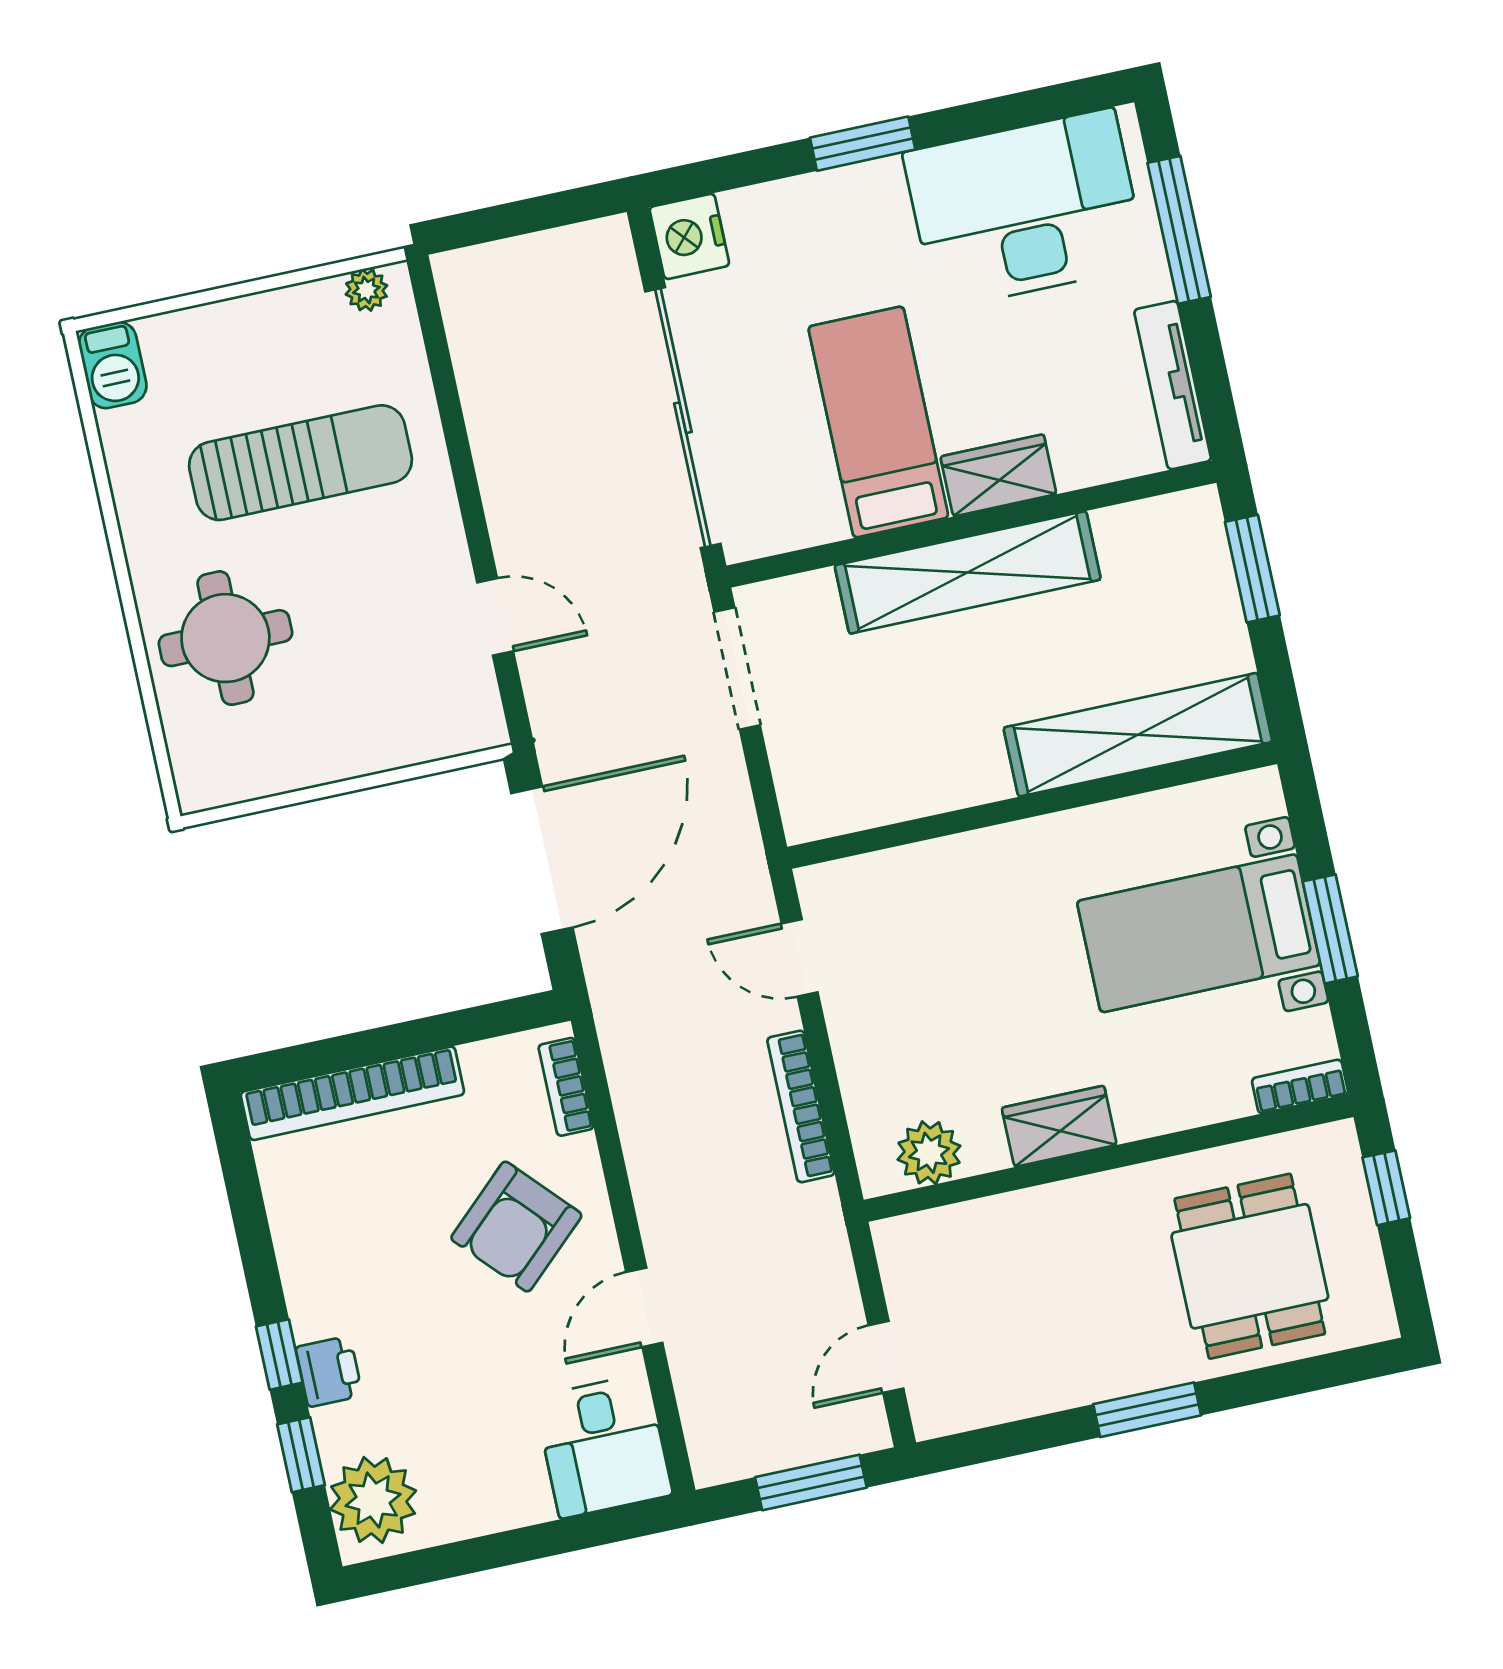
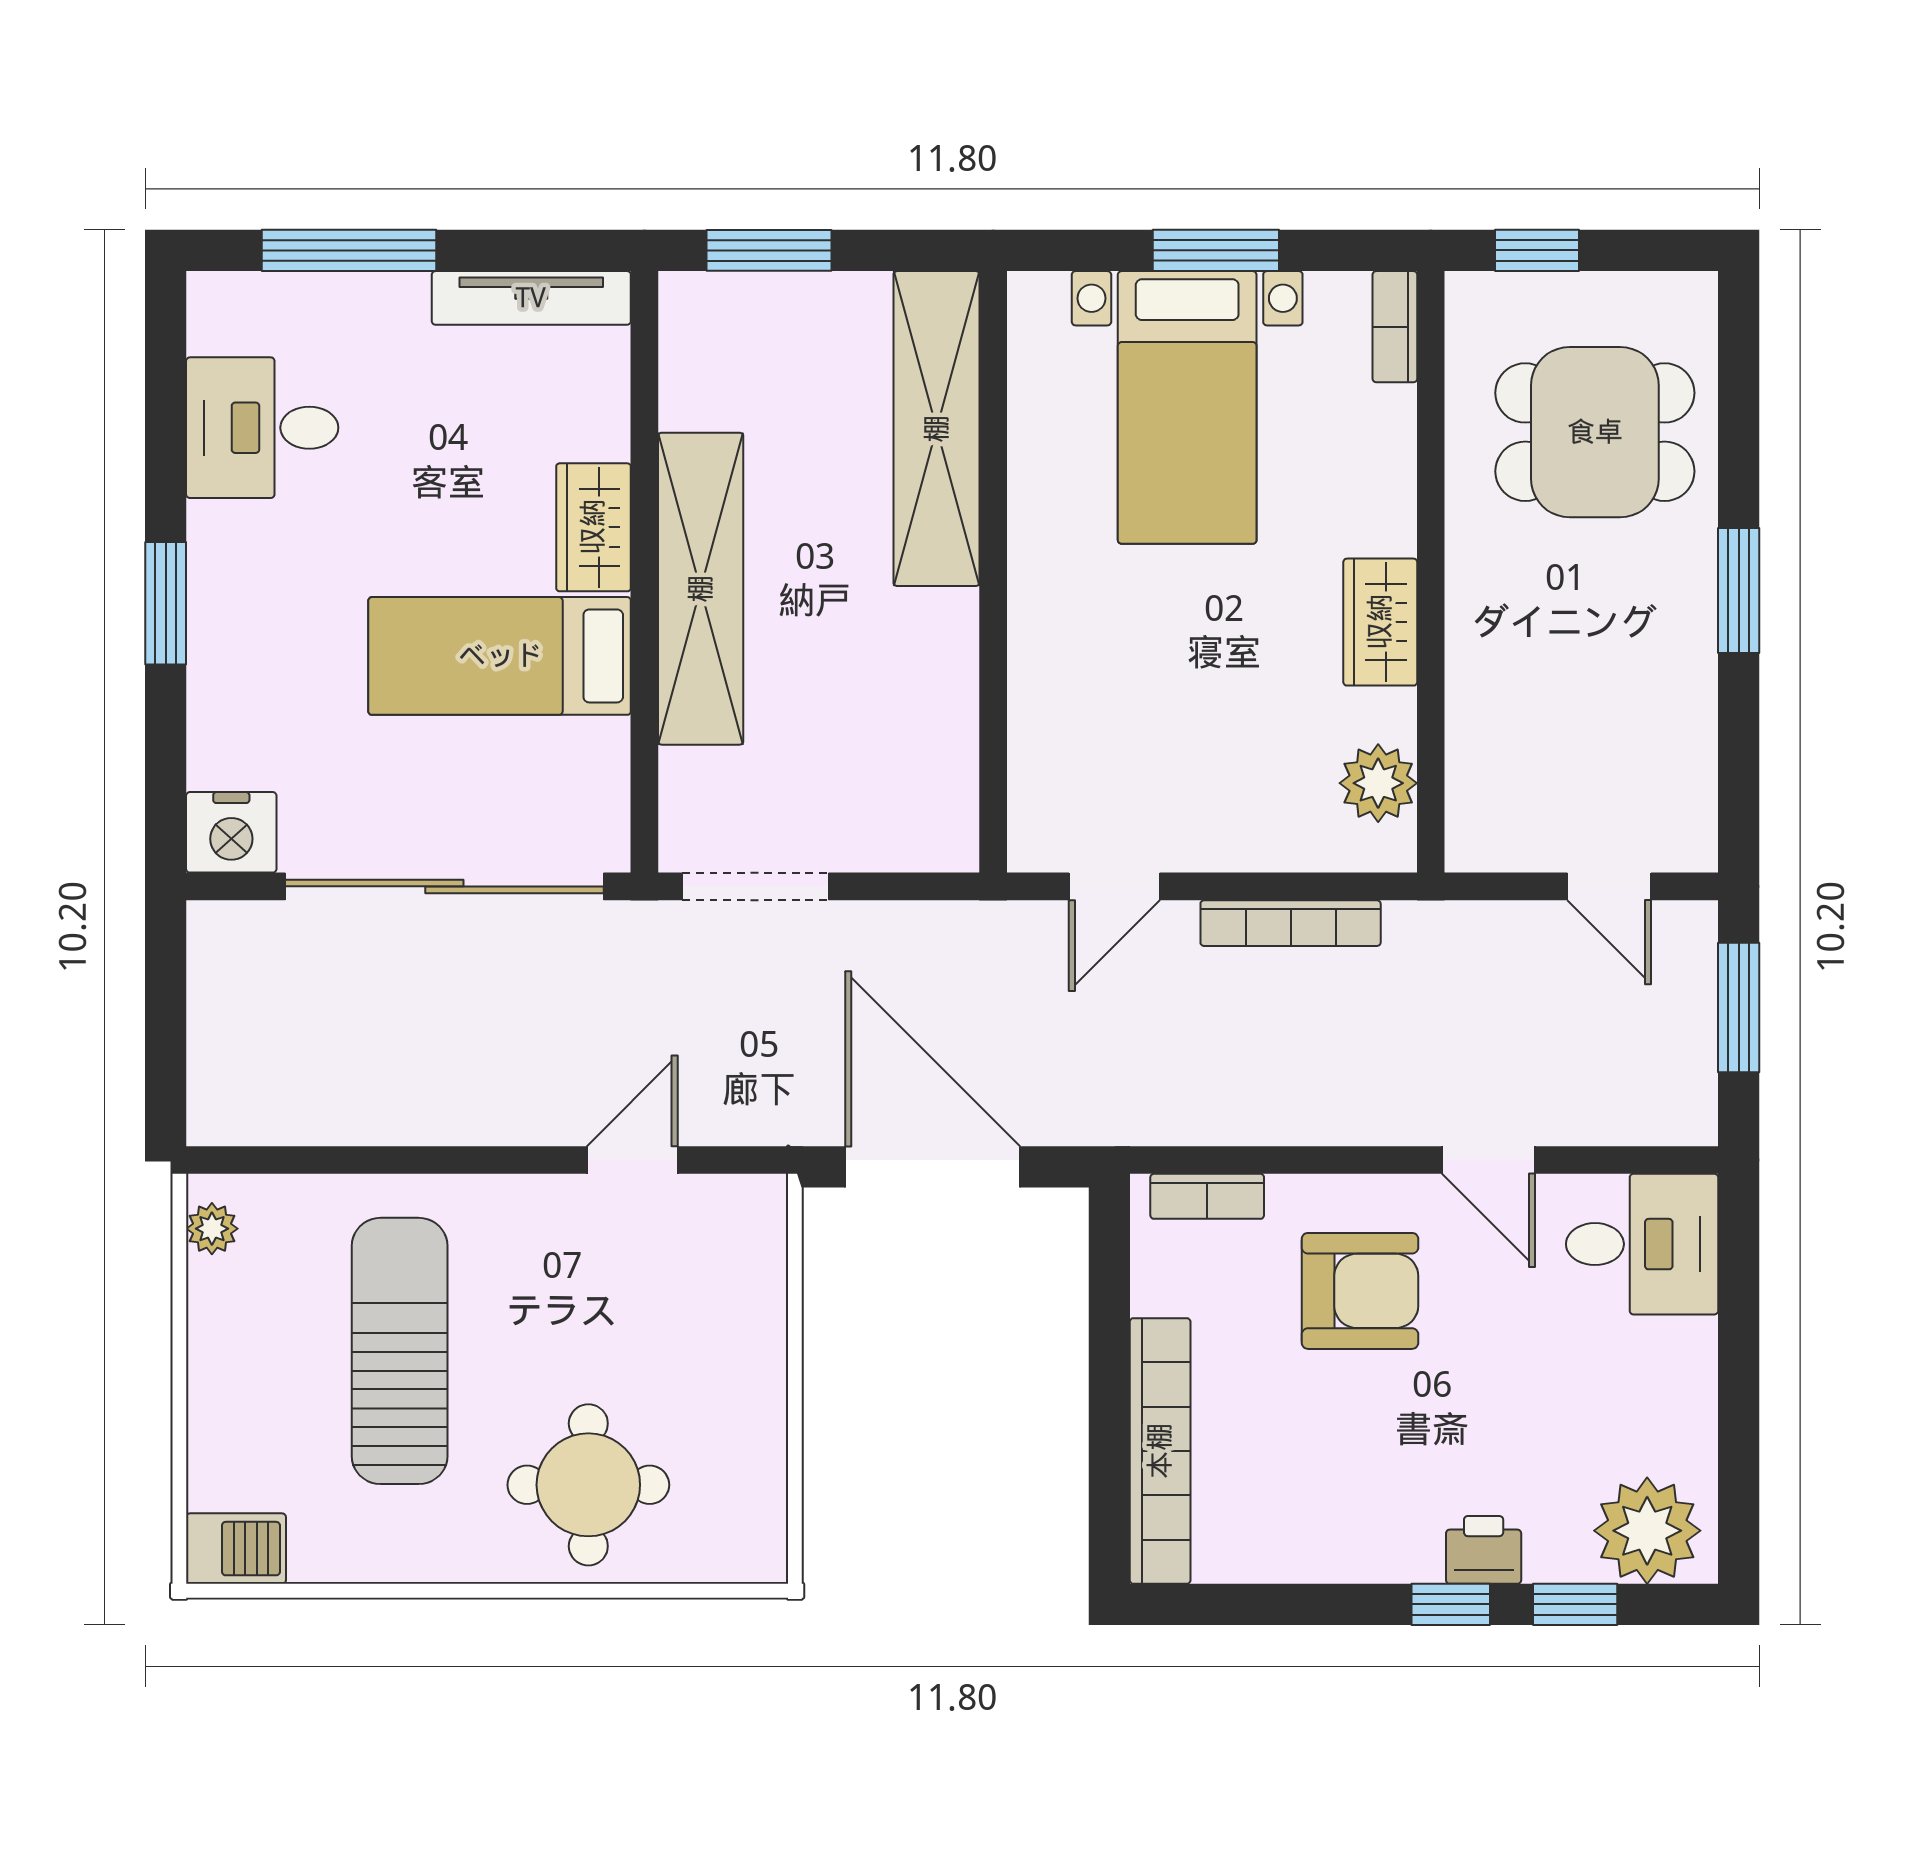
desk: (1025, 209) -> (262, 428), width x0.53, depth x0.77
armchair: (516, 1227) -> (1360, 1291), turned -47

